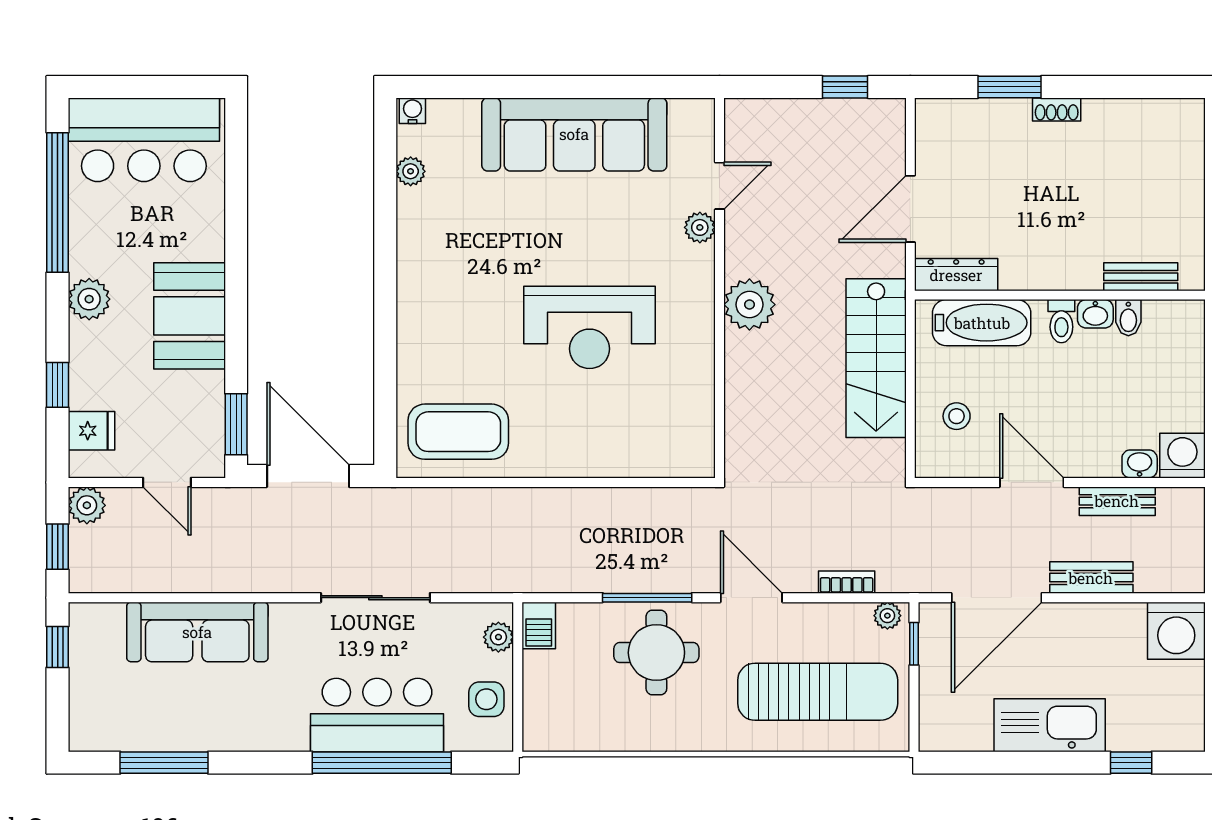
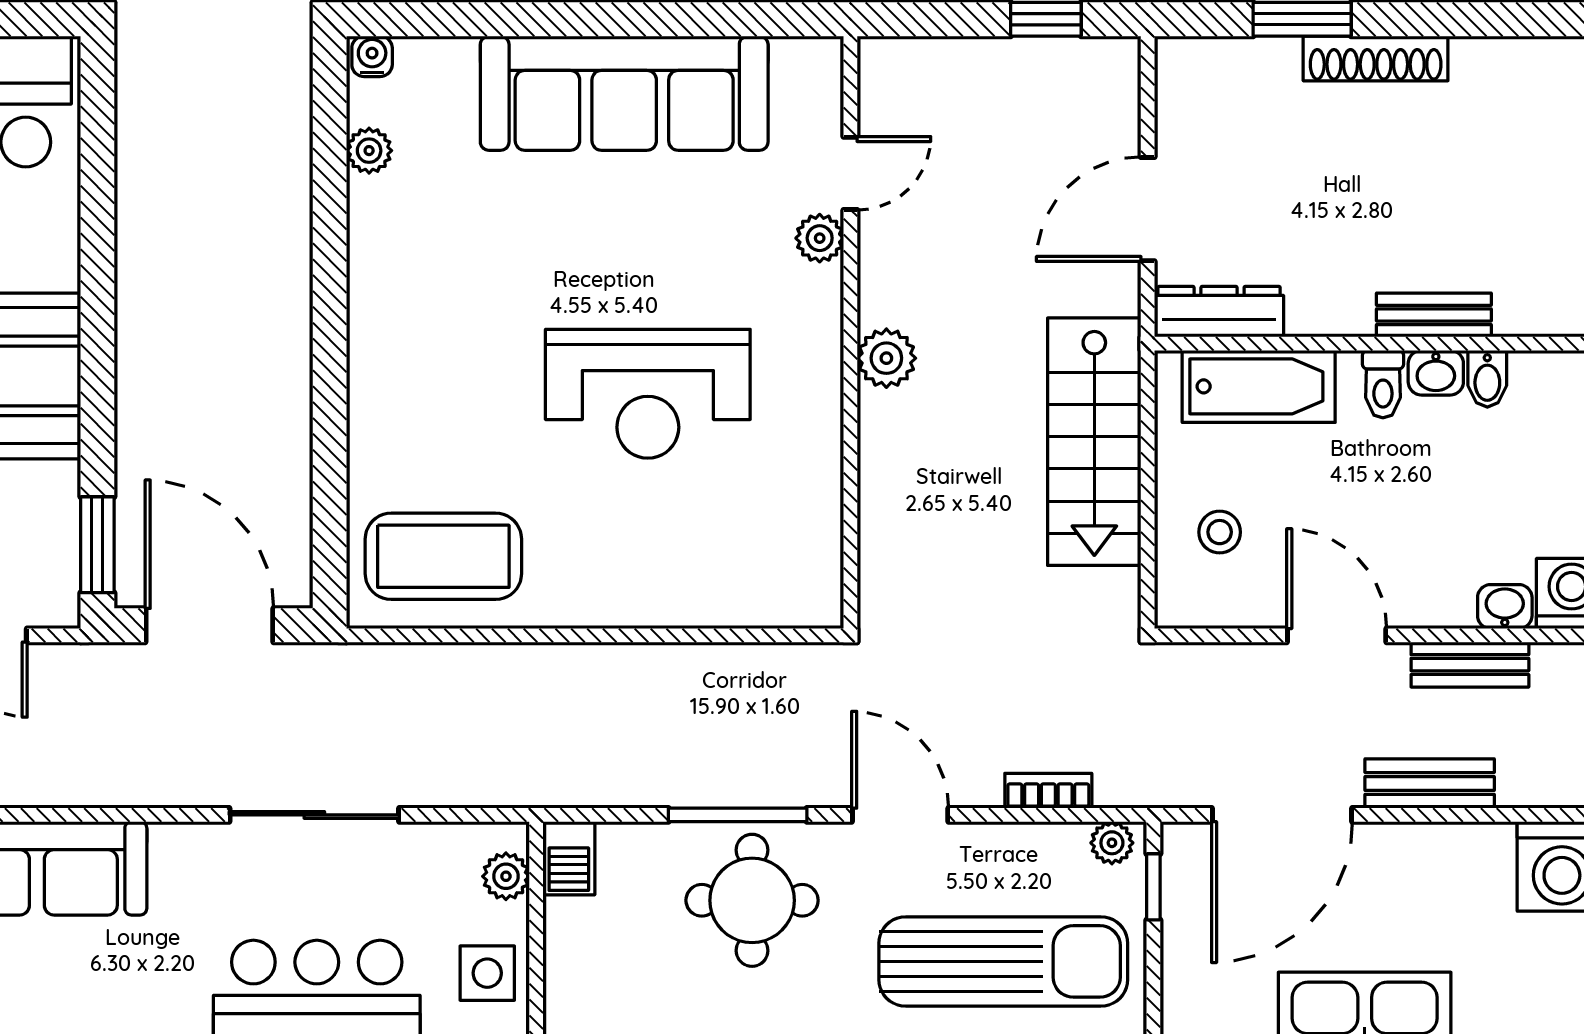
shoe rack: (1057, 109) -> (1376, 58), width x1.94, depth x1.24
bench: (1141, 277) -> (1434, 315), moved
plant: (749, 305) -> (886, 358), width x0.73, depth x0.73

